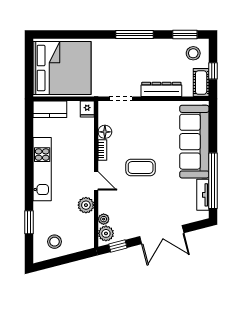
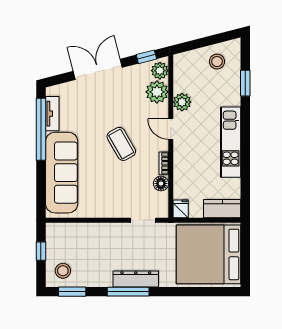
cot: (201, 83) -> (54, 238), removed
dresser: (161, 89) -> (136, 279), moved, turned 180
coffee table: (141, 167) -> (121, 144), turned 60
plant: (104, 219) -> (157, 92), width x1.88, depth x1.88

